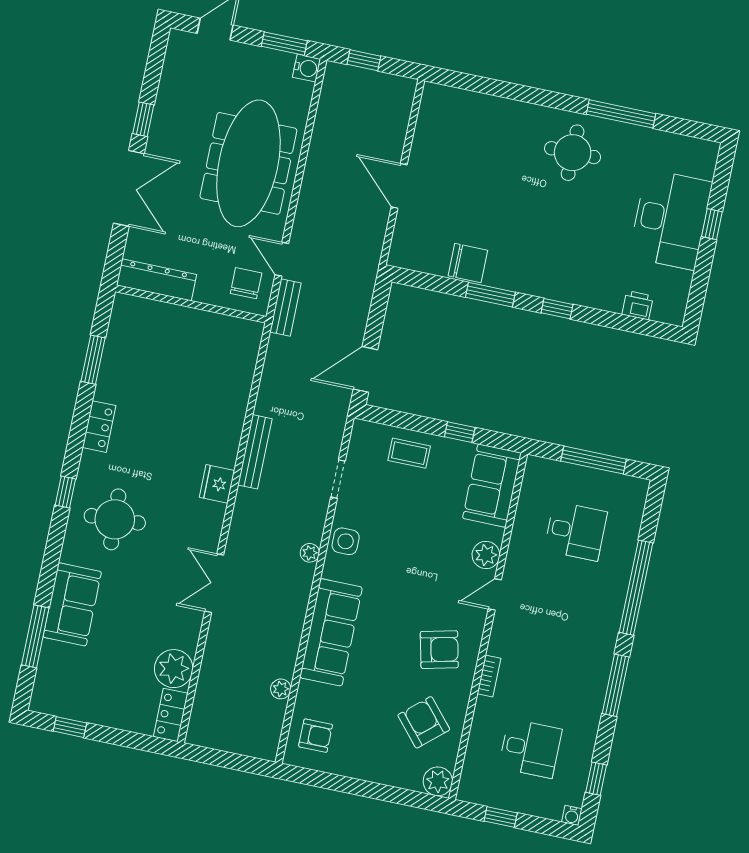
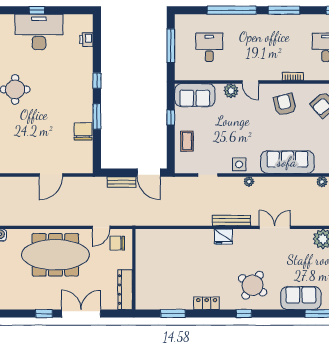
bench: (285, 307) -> (122, 182), moved
bench: (255, 452) -> (231, 220), moved
round table: (115, 519) -> (253, 285), turned 37
double door: (214, 583) -> (275, 227), swing flipped

